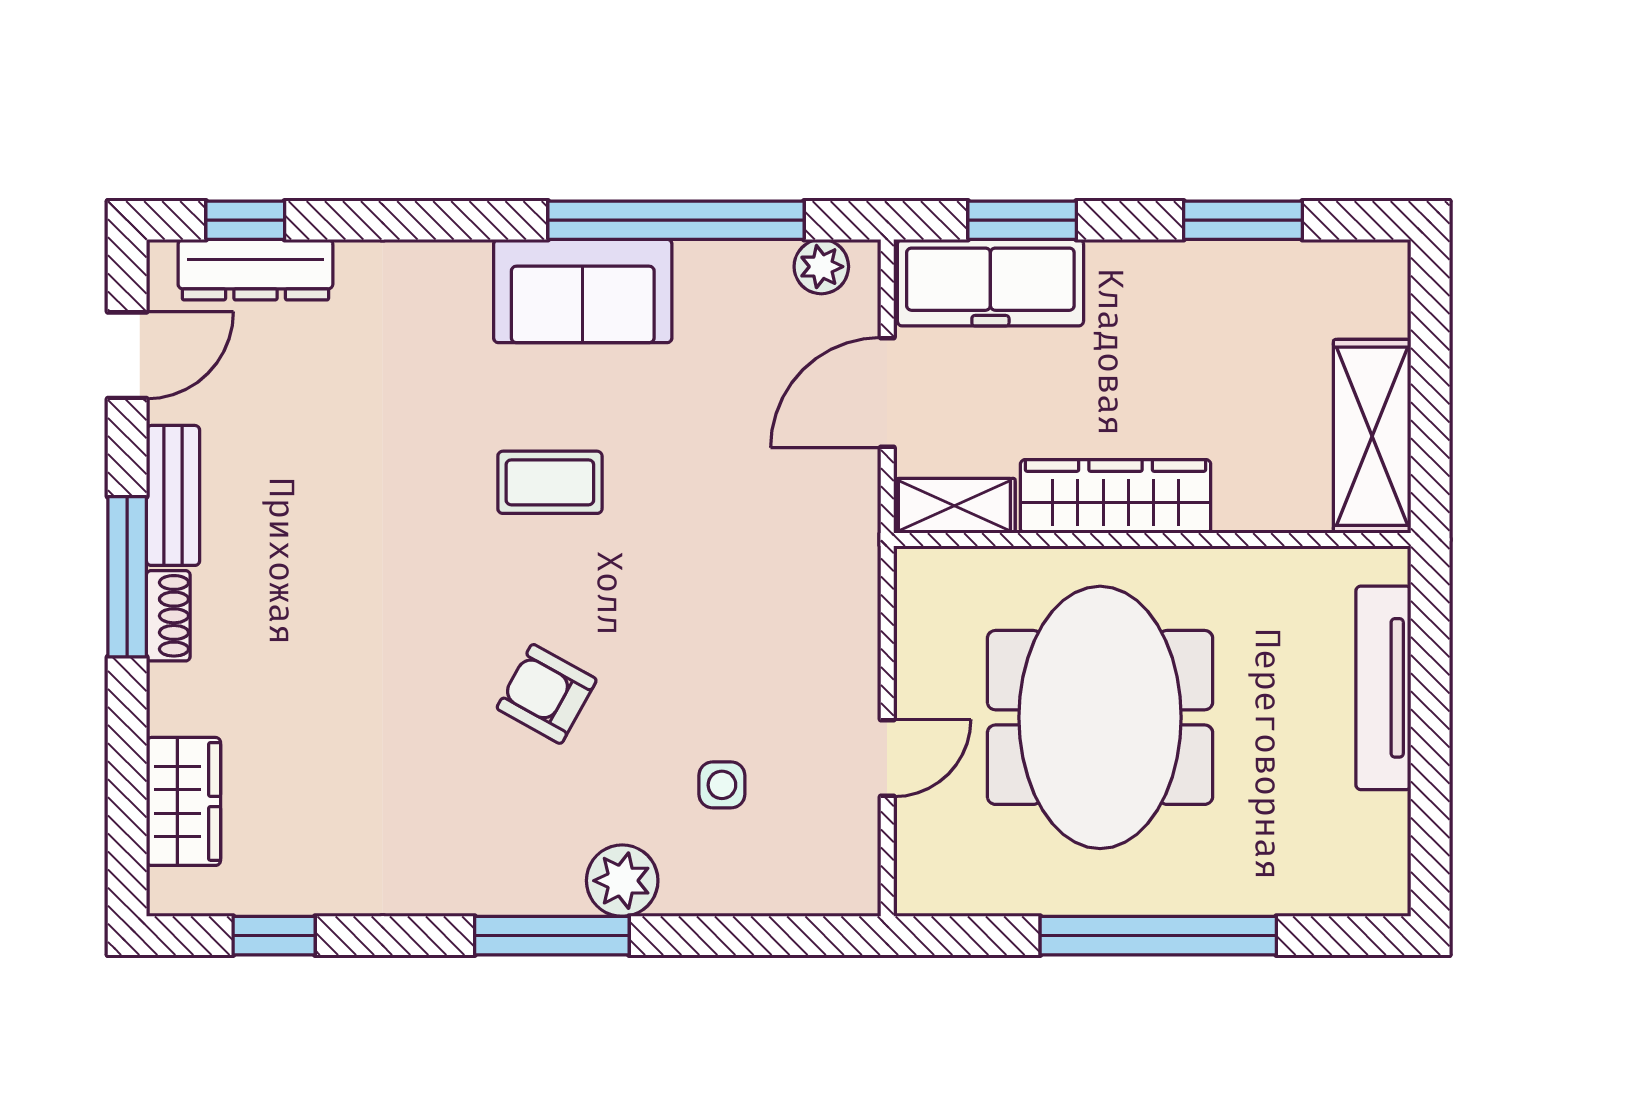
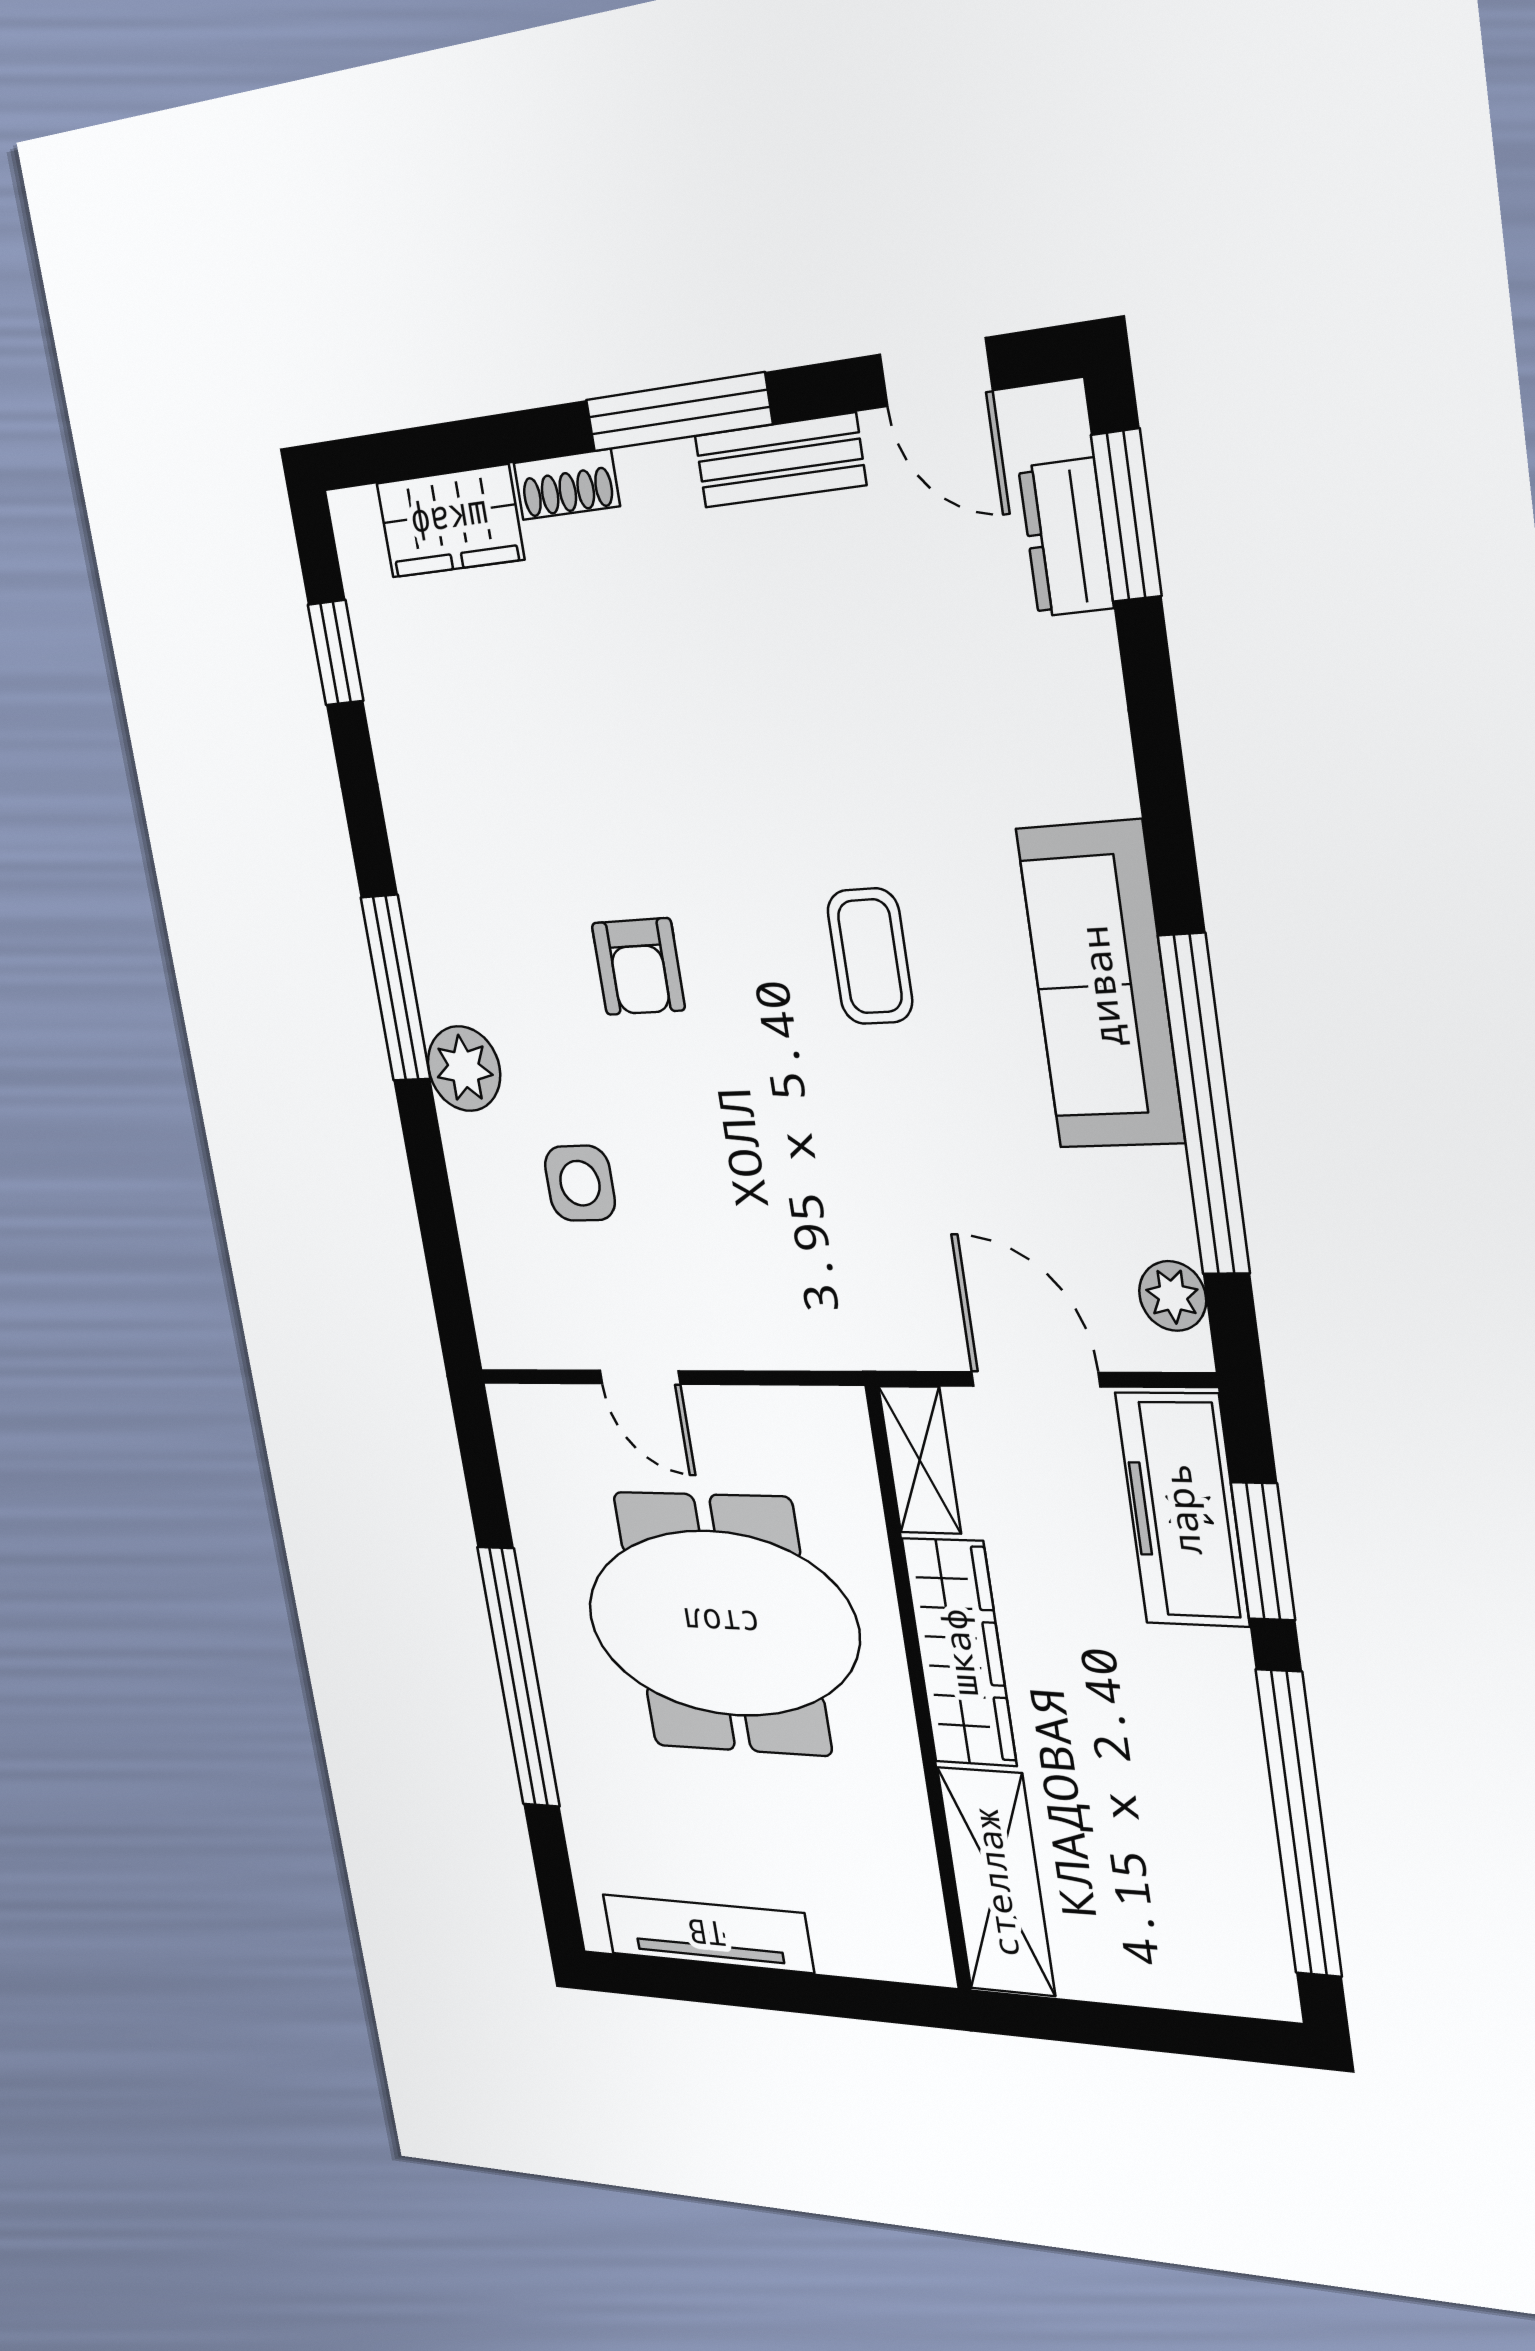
window: (245, 220) -> (1126, 515), width x1.50
window: (1243, 220) -> (1299, 1824), width x2.11
dresser: (255, 270) -> (1066, 538), width x0.70
sofa: (583, 291) -> (1101, 986), width x1.36
shelving: (1372, 436) -> (996, 1882), moved, turned 90
shoe rack: (168, 616) -> (567, 485), moved
tv unit: (1383, 688) -> (707, 1933), moved
armchair: (547, 694) -> (638, 967), turned 151
side table: (722, 785) -> (580, 1183), width x1.37, depth x1.37

